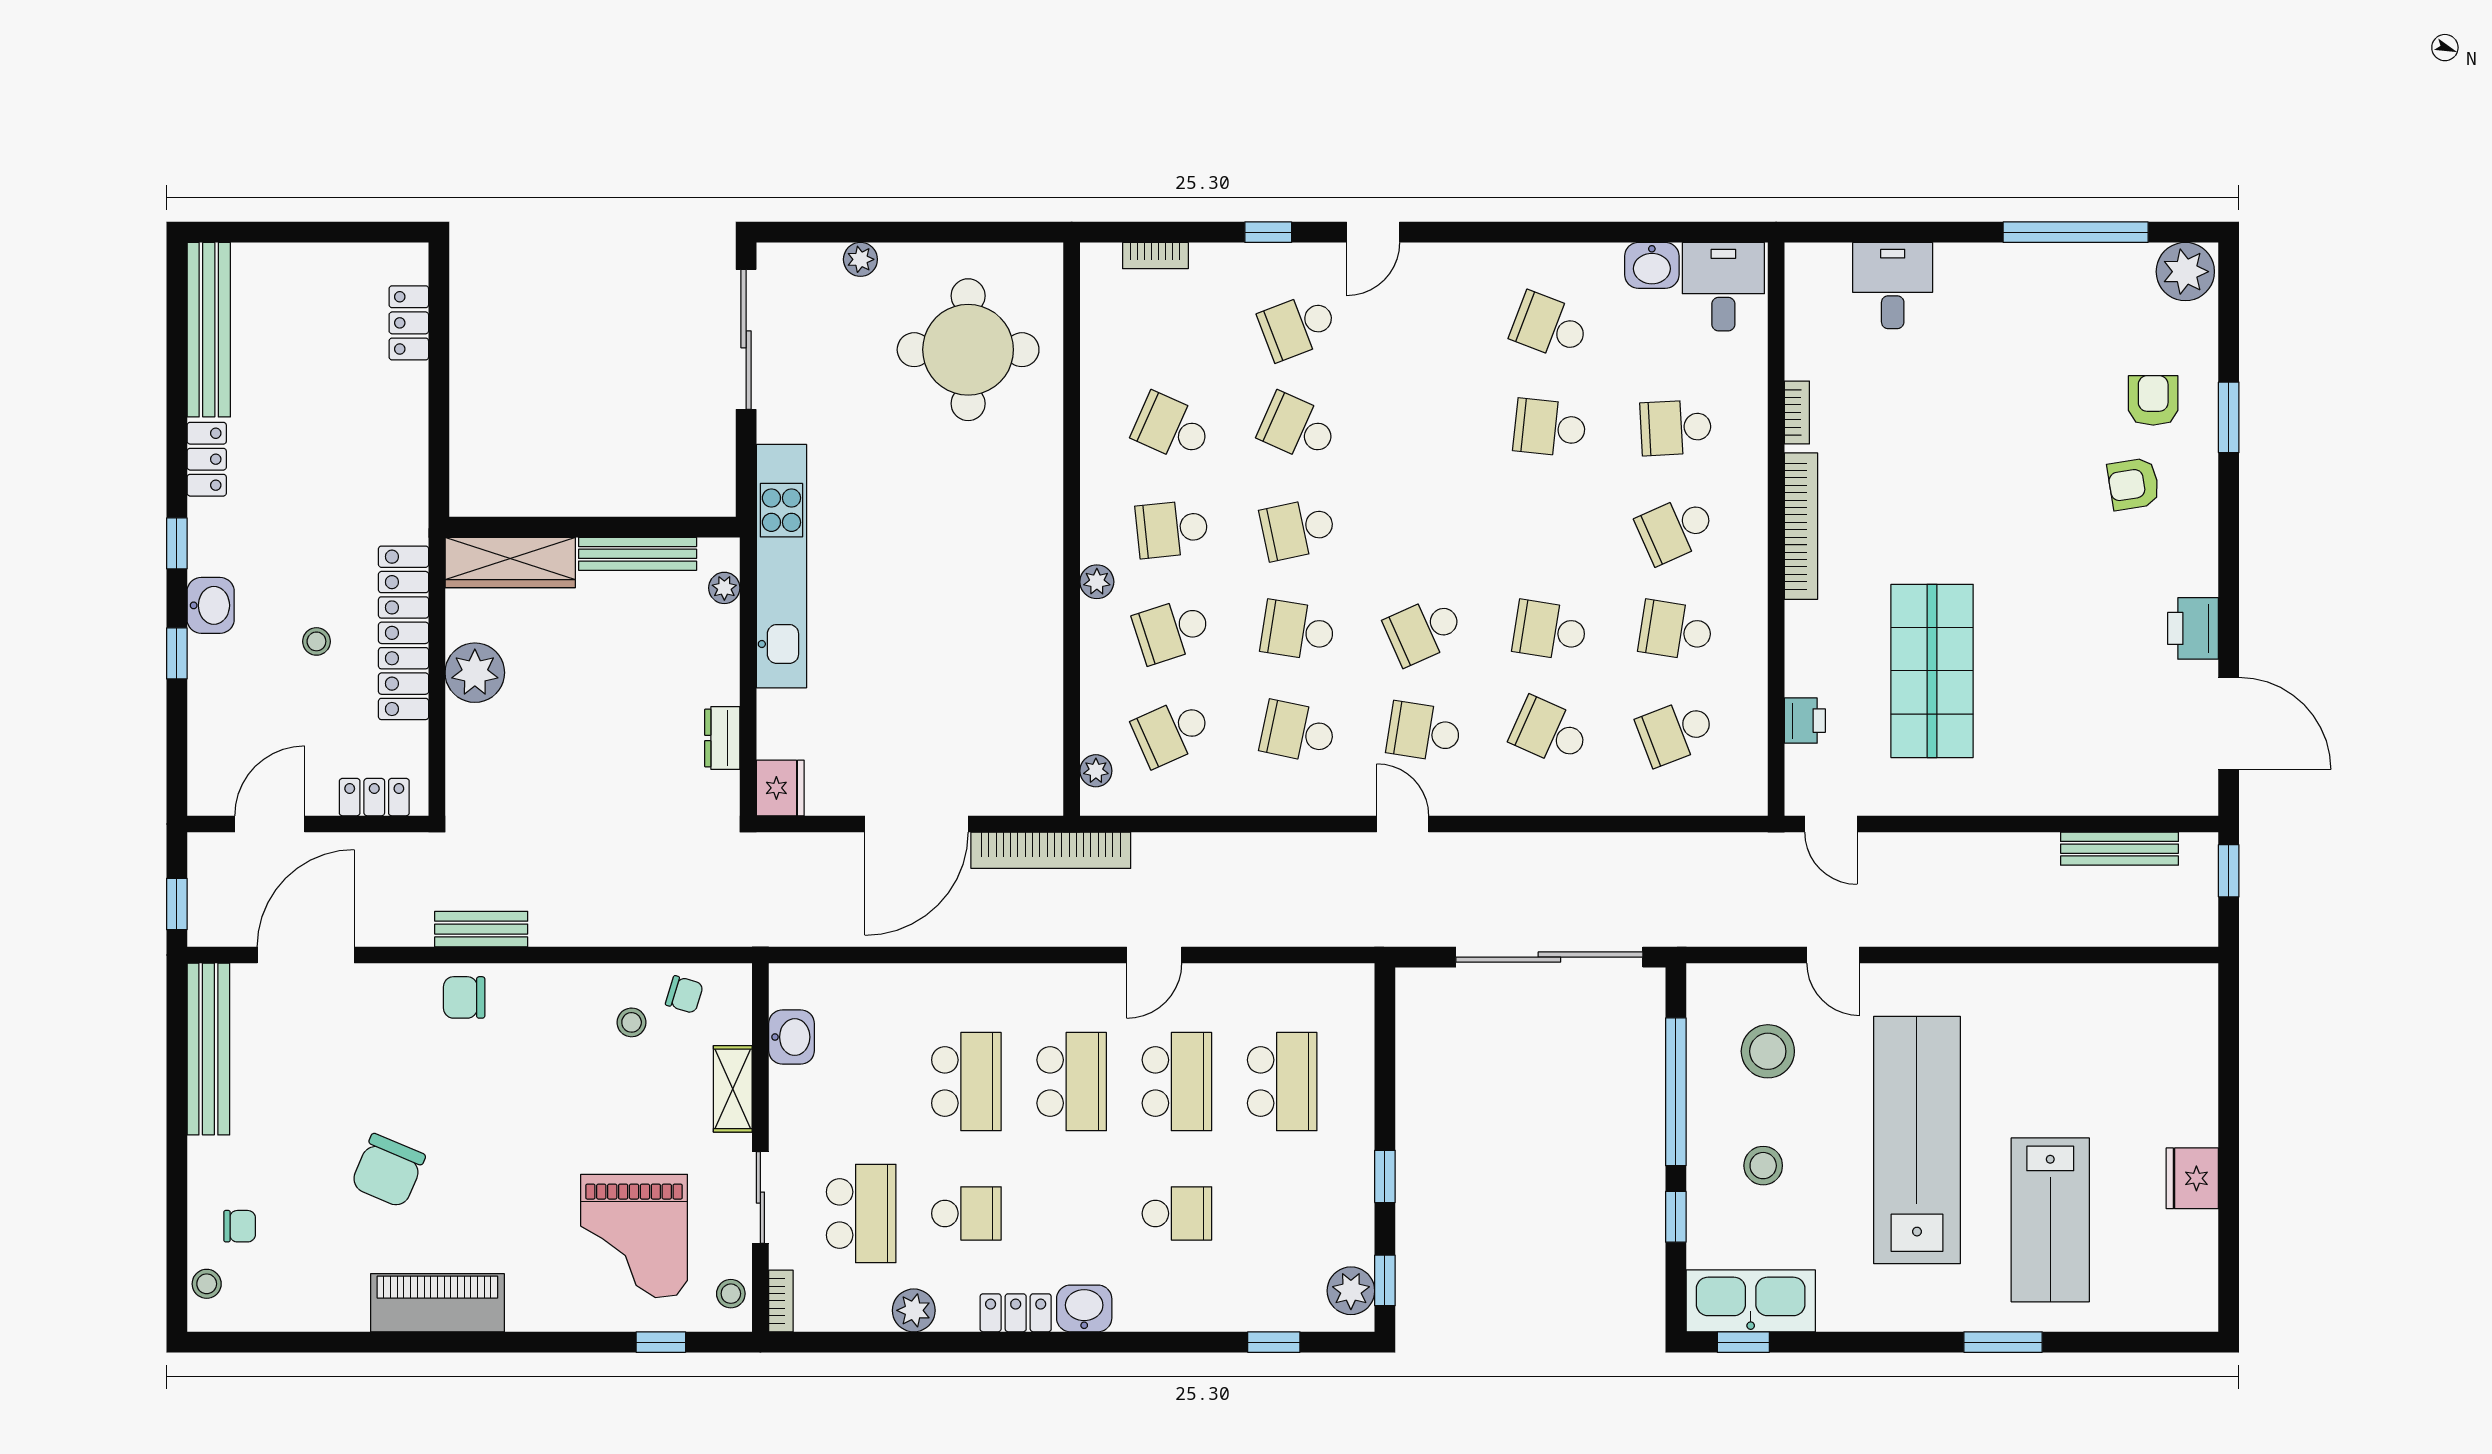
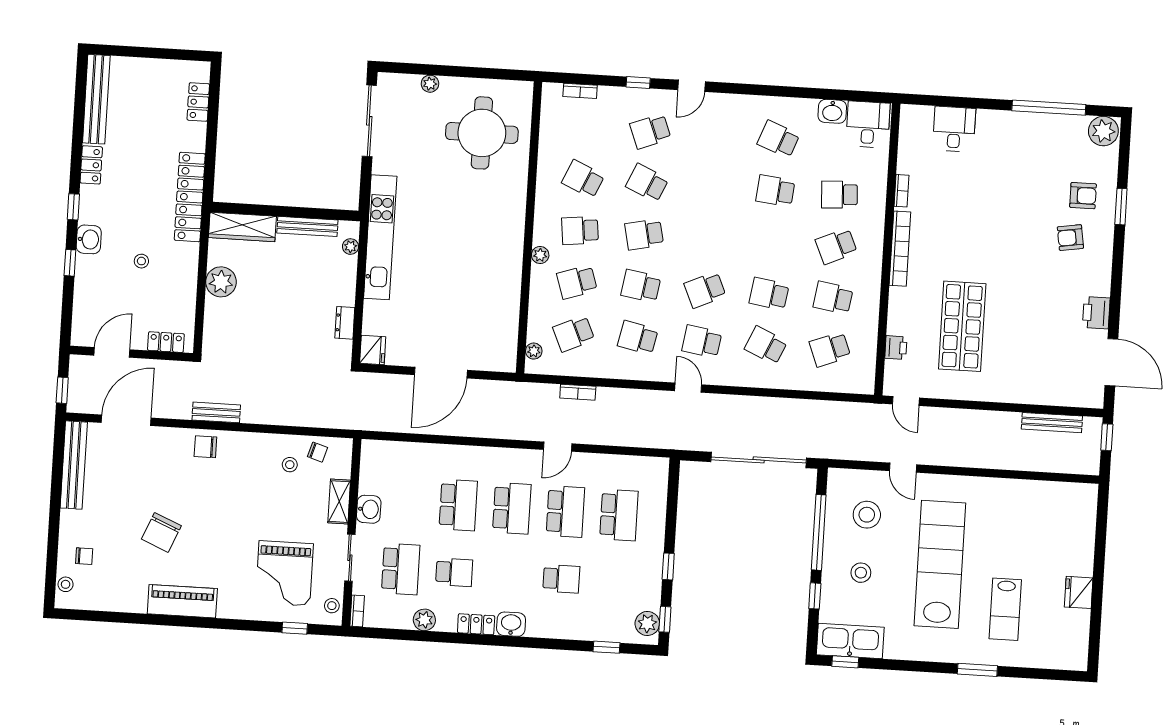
armchair: (2153, 400) -> (1083, 196), turned 90
locker: (404, 633) -> (190, 197), moved
bookcase: (1051, 850) -> (578, 392), moved, width x0.43, depth x0.76
washbasin: (792, 1037) -> (369, 509), moved
lab bench: (2050, 1220) -> (1005, 609), width x0.73, depth x0.72

